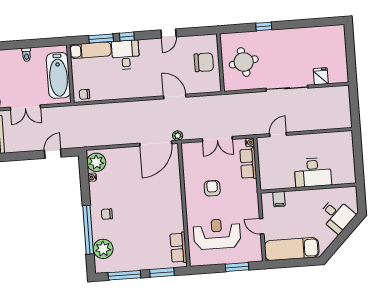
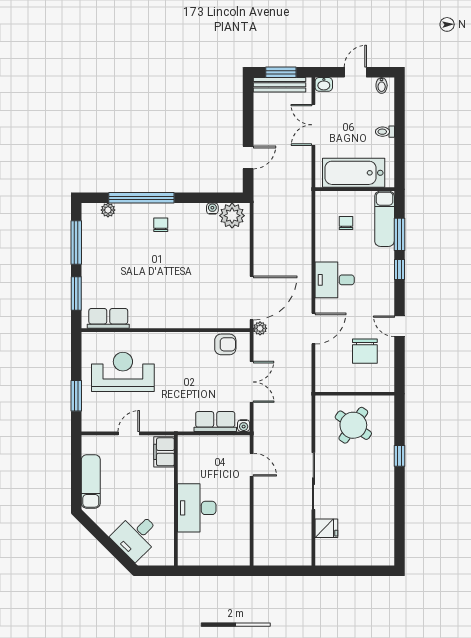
desk: (126, 55) -> (335, 280), moved, turned 180
chair: (204, 62) -> (365, 351), moved
round table: (244, 62) -> (353, 425), turned 45
chair: (84, 94) -> (346, 223), moved
double door: (217, 139) -> (252, 382), swing flipped
door: (156, 144) -> (252, 298), swing flipped
door: (53, 154) -> (248, 157), hinge flipped
armchair: (212, 188) -> (225, 344), moved
filing cabinet: (279, 199) -> (164, 452), width x2.00
reception desk: (217, 234) -> (123, 372), turned -90
plant: (103, 249) -> (108, 210), width x0.53, depth x0.53
exam couch: (292, 249) -> (91, 481), width x0.73, depth x0.69

